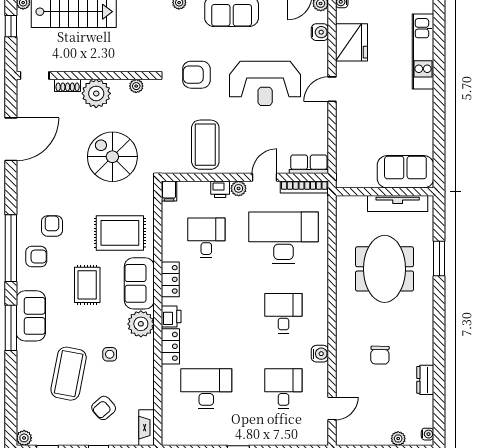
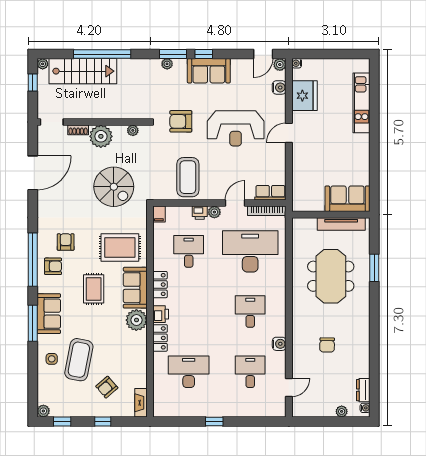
spiral stairs: (112, 157) -> (114, 187), turned 180
side table: (110, 354) -> (52, 359), moved
dresser: (425, 380) -> (363, 390), moved

